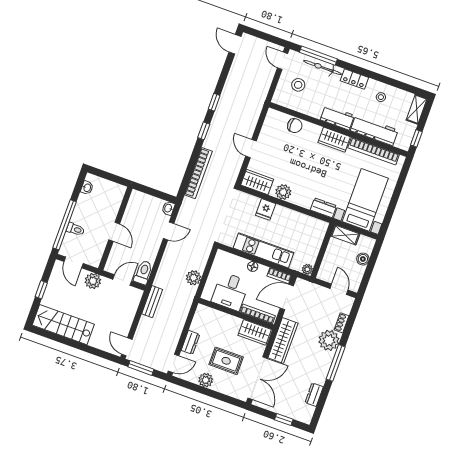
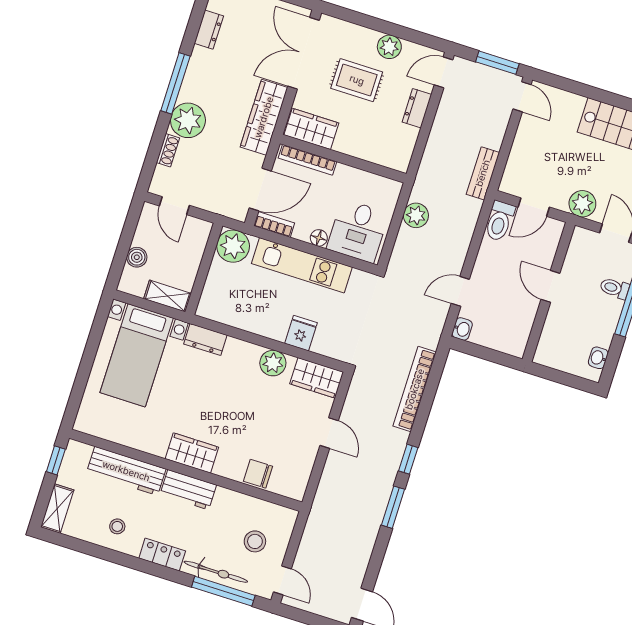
window: (214, 102) -> (393, 507), width x1.50
bookcase: (374, 151) -> (126, 436), removed
plant: (307, 269) -> (233, 246), width x1.88, depth x1.88
desk: (230, 291) -> (358, 231), moved, turned 180

